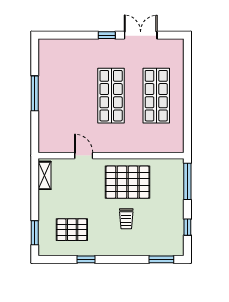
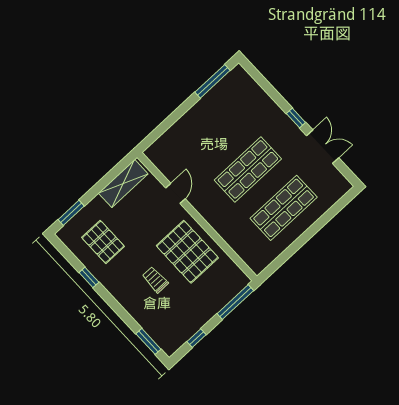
window: (35, 93) -> (213, 81), moved
shelving: (45, 175) -> (123, 183), width x1.50, depth x1.33
trolley: (126, 219) -> (155, 280), turned 90

